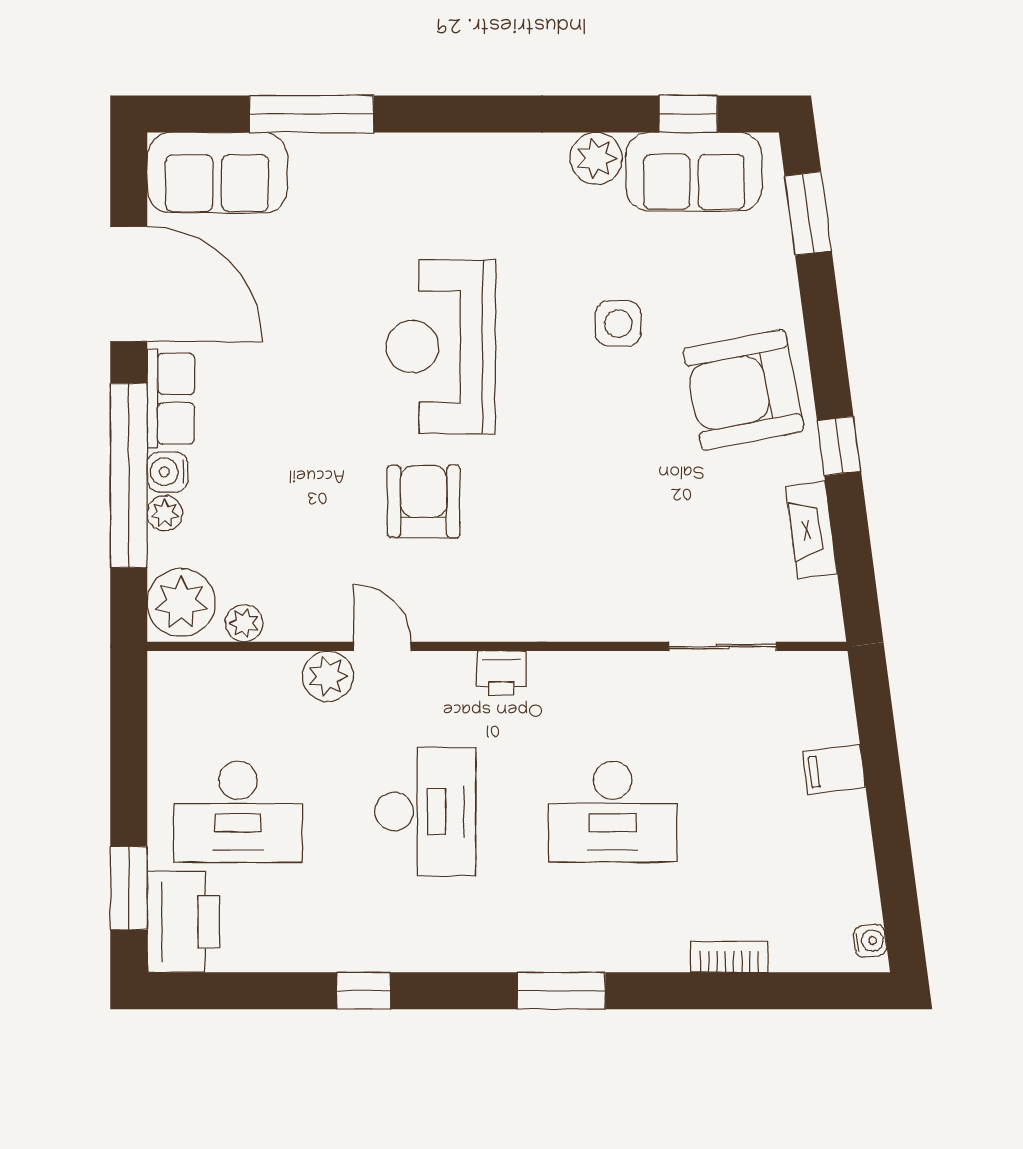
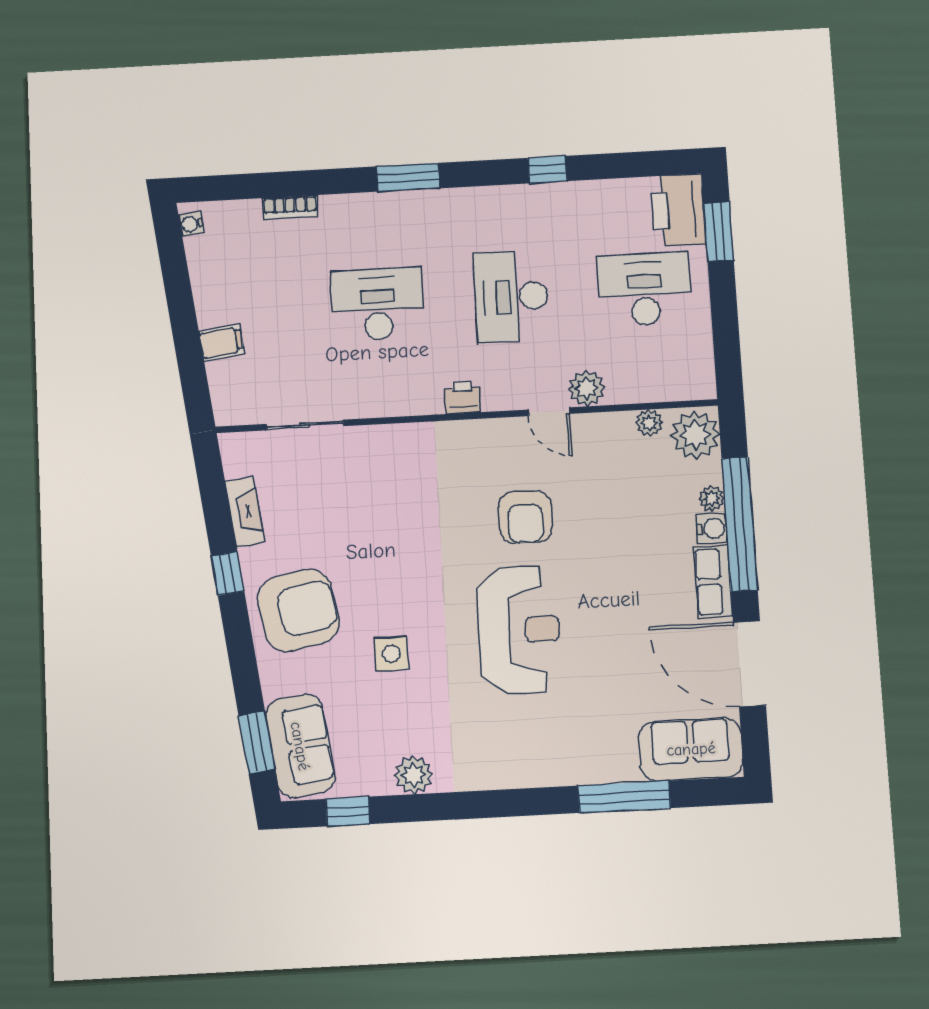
sofa: (694, 172) -> (300, 746), moved, turned 82

